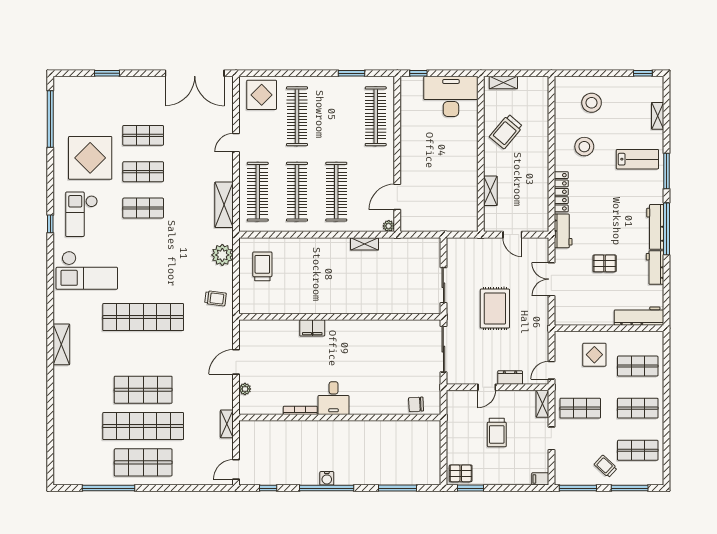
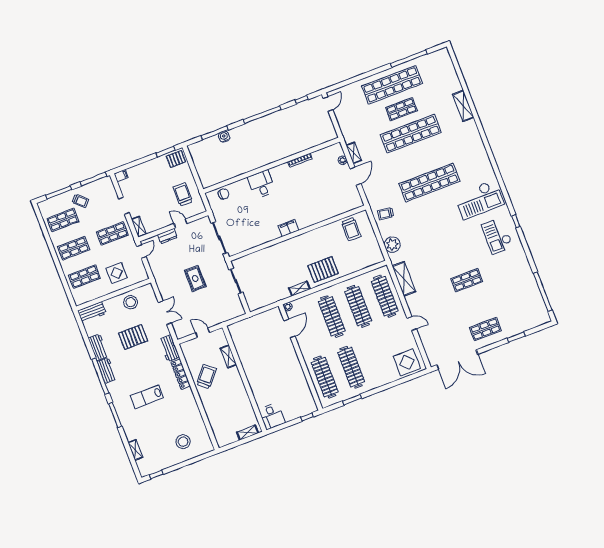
double door: (195, 73) -> (457, 360), swing flipped
desk: (451, 96) -> (272, 416), width x0.53, depth x0.77
clothes rail: (297, 116) -> (351, 367), moved
trolley: (506, 132) -> (206, 377), moved
shop shelf: (143, 135) -> (485, 329), moved
door: (236, 143) -> (412, 324), hinge flipped
stool: (584, 147) -> (131, 302), moved
display table: (90, 158) -> (506, 276), removed
lab bench: (637, 159) -> (147, 397), moved
shop shelf: (143, 208) -> (457, 256), removed
checkout: (82, 214) -> (497, 236), turned 180
workbench: (655, 227) -> (107, 370), width x0.73
pallet: (324, 257) -> (323, 269), added
pallet: (605, 263) -> (133, 337), width x1.50, depth x1.42
trolley: (262, 266) -> (351, 229), moved
checkout: (87, 270) -> (479, 200), turned 180
rug: (495, 308) -> (195, 279), width x0.73, depth x0.70
workbench: (639, 316) -> (92, 312), width x0.73
filing cabinet: (312, 328) -> (288, 228), moved
shelving: (61, 344) -> (463, 106), moved
door: (487, 387) -> (181, 223), hinge flipped
shop shelf: (143, 390) -> (411, 134), width x1.40
desk: (334, 398) -> (261, 184), moved
shelving: (227, 424) -> (354, 153), moved
shop shelf: (143, 426) -> (401, 109), width x0.50, depth x0.74
trolley: (497, 432) -> (183, 194), moved
shop shelf: (143, 462) -> (392, 85), width x1.40
water cooler: (327, 478) -> (224, 137), moved

